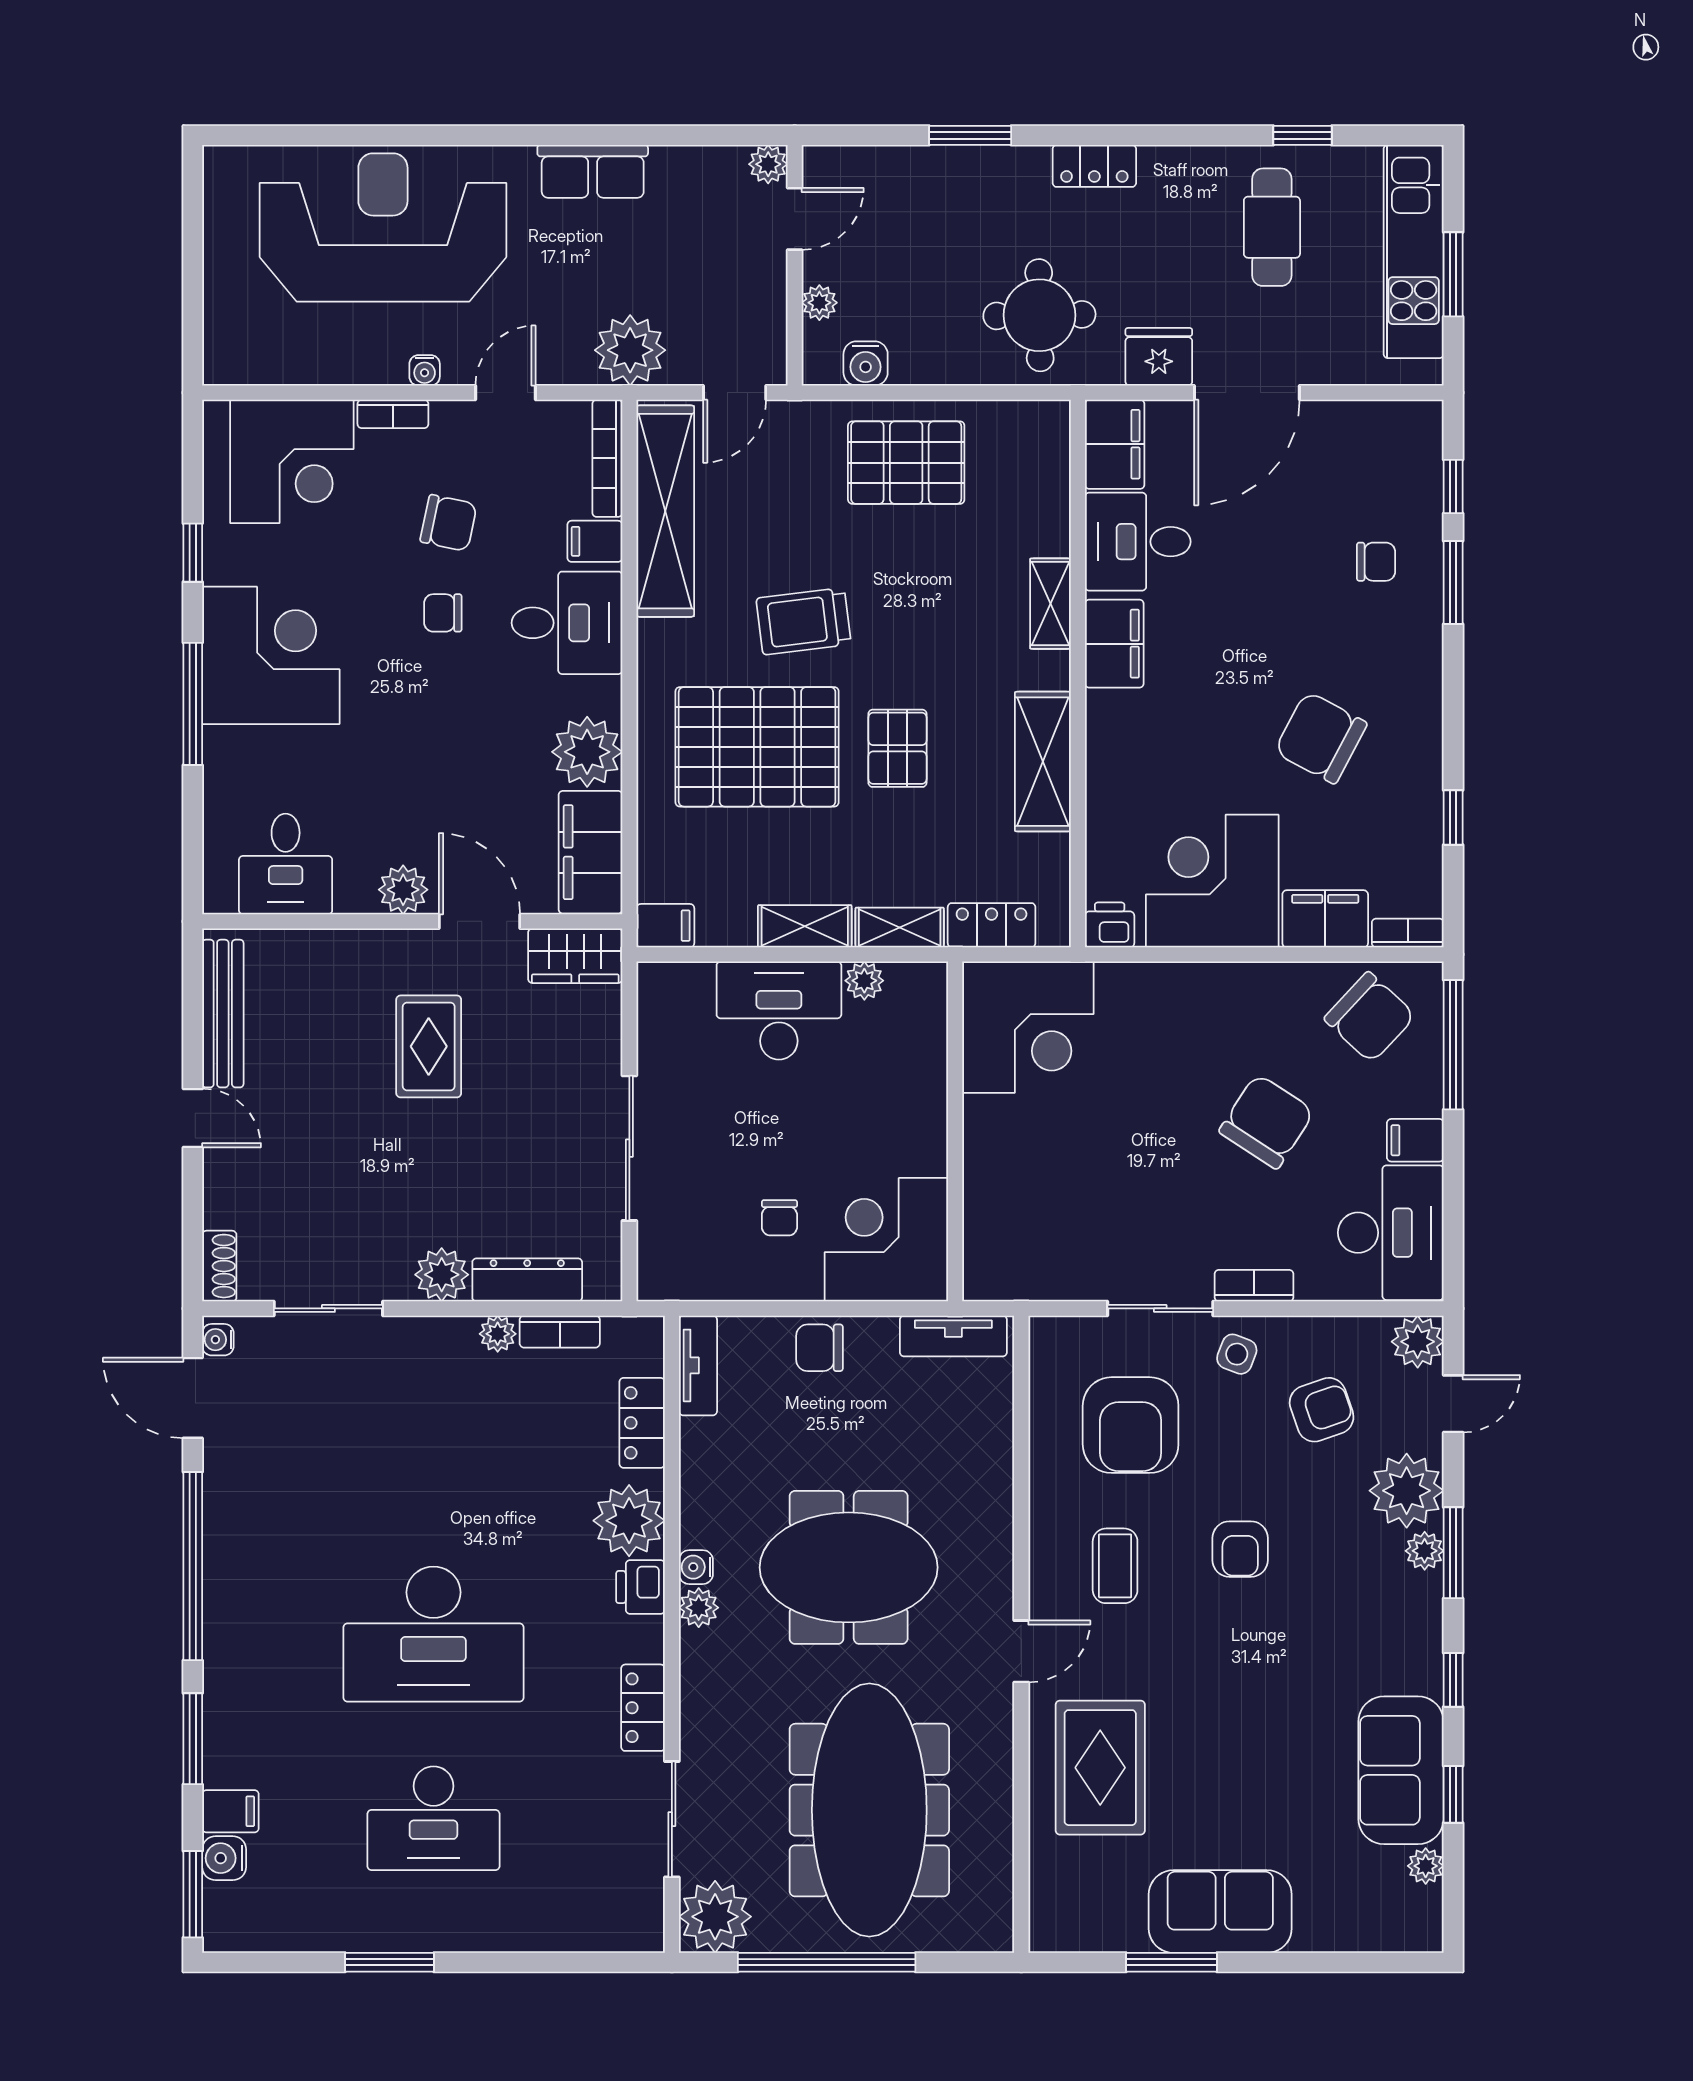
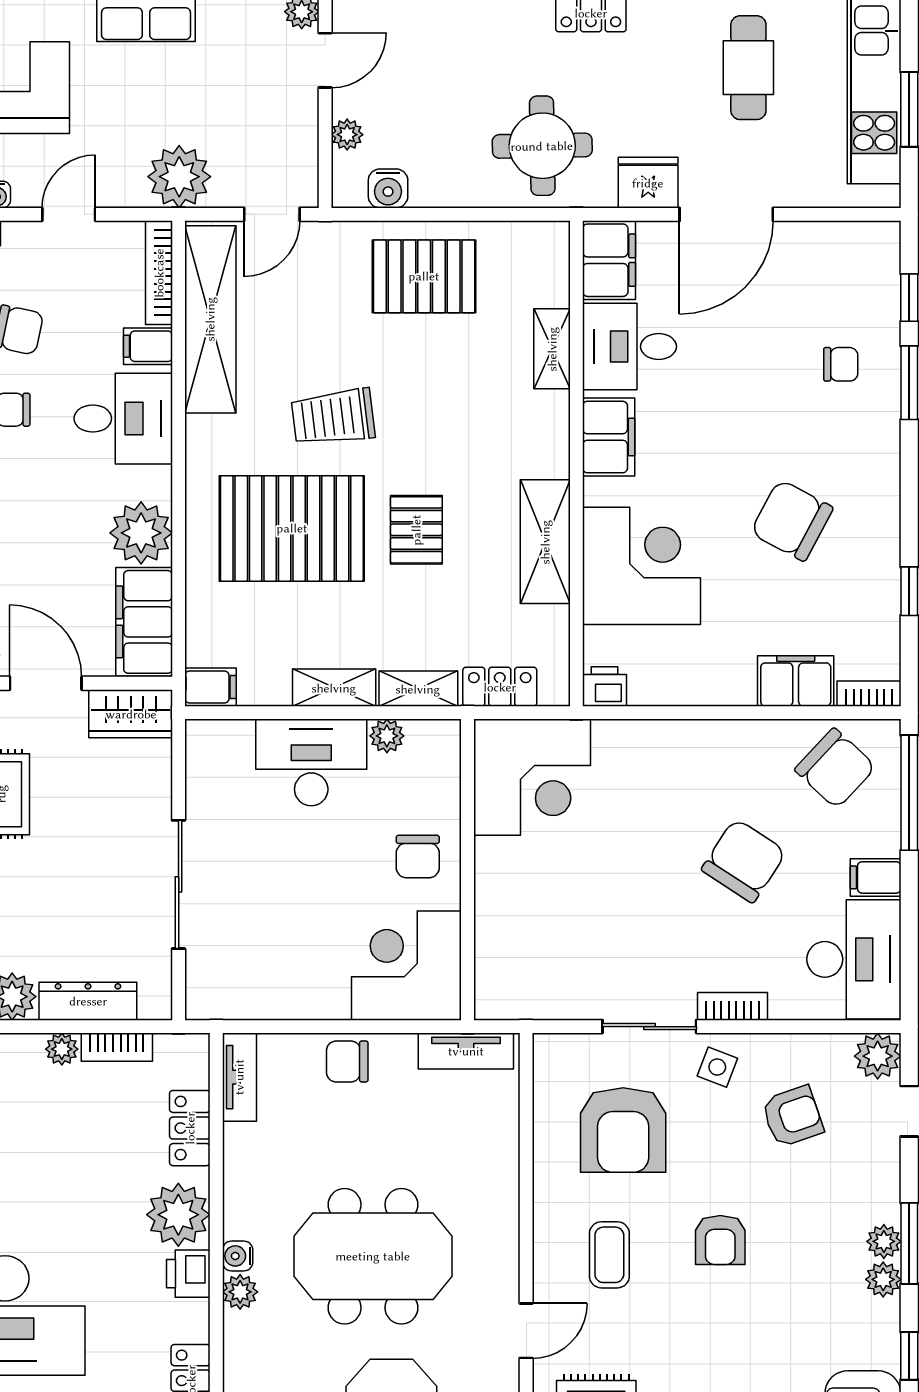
shelving: (1050, 604) -> (552, 349), moved
corner desk: (1212, 881) -> (641, 566), moved, turned 90
chair: (779, 1218) -> (418, 857), moved, width x1.37, depth x1.37
plant: (1407, 1491) -> (883, 1279), moved, width x0.53, depth x0.53

